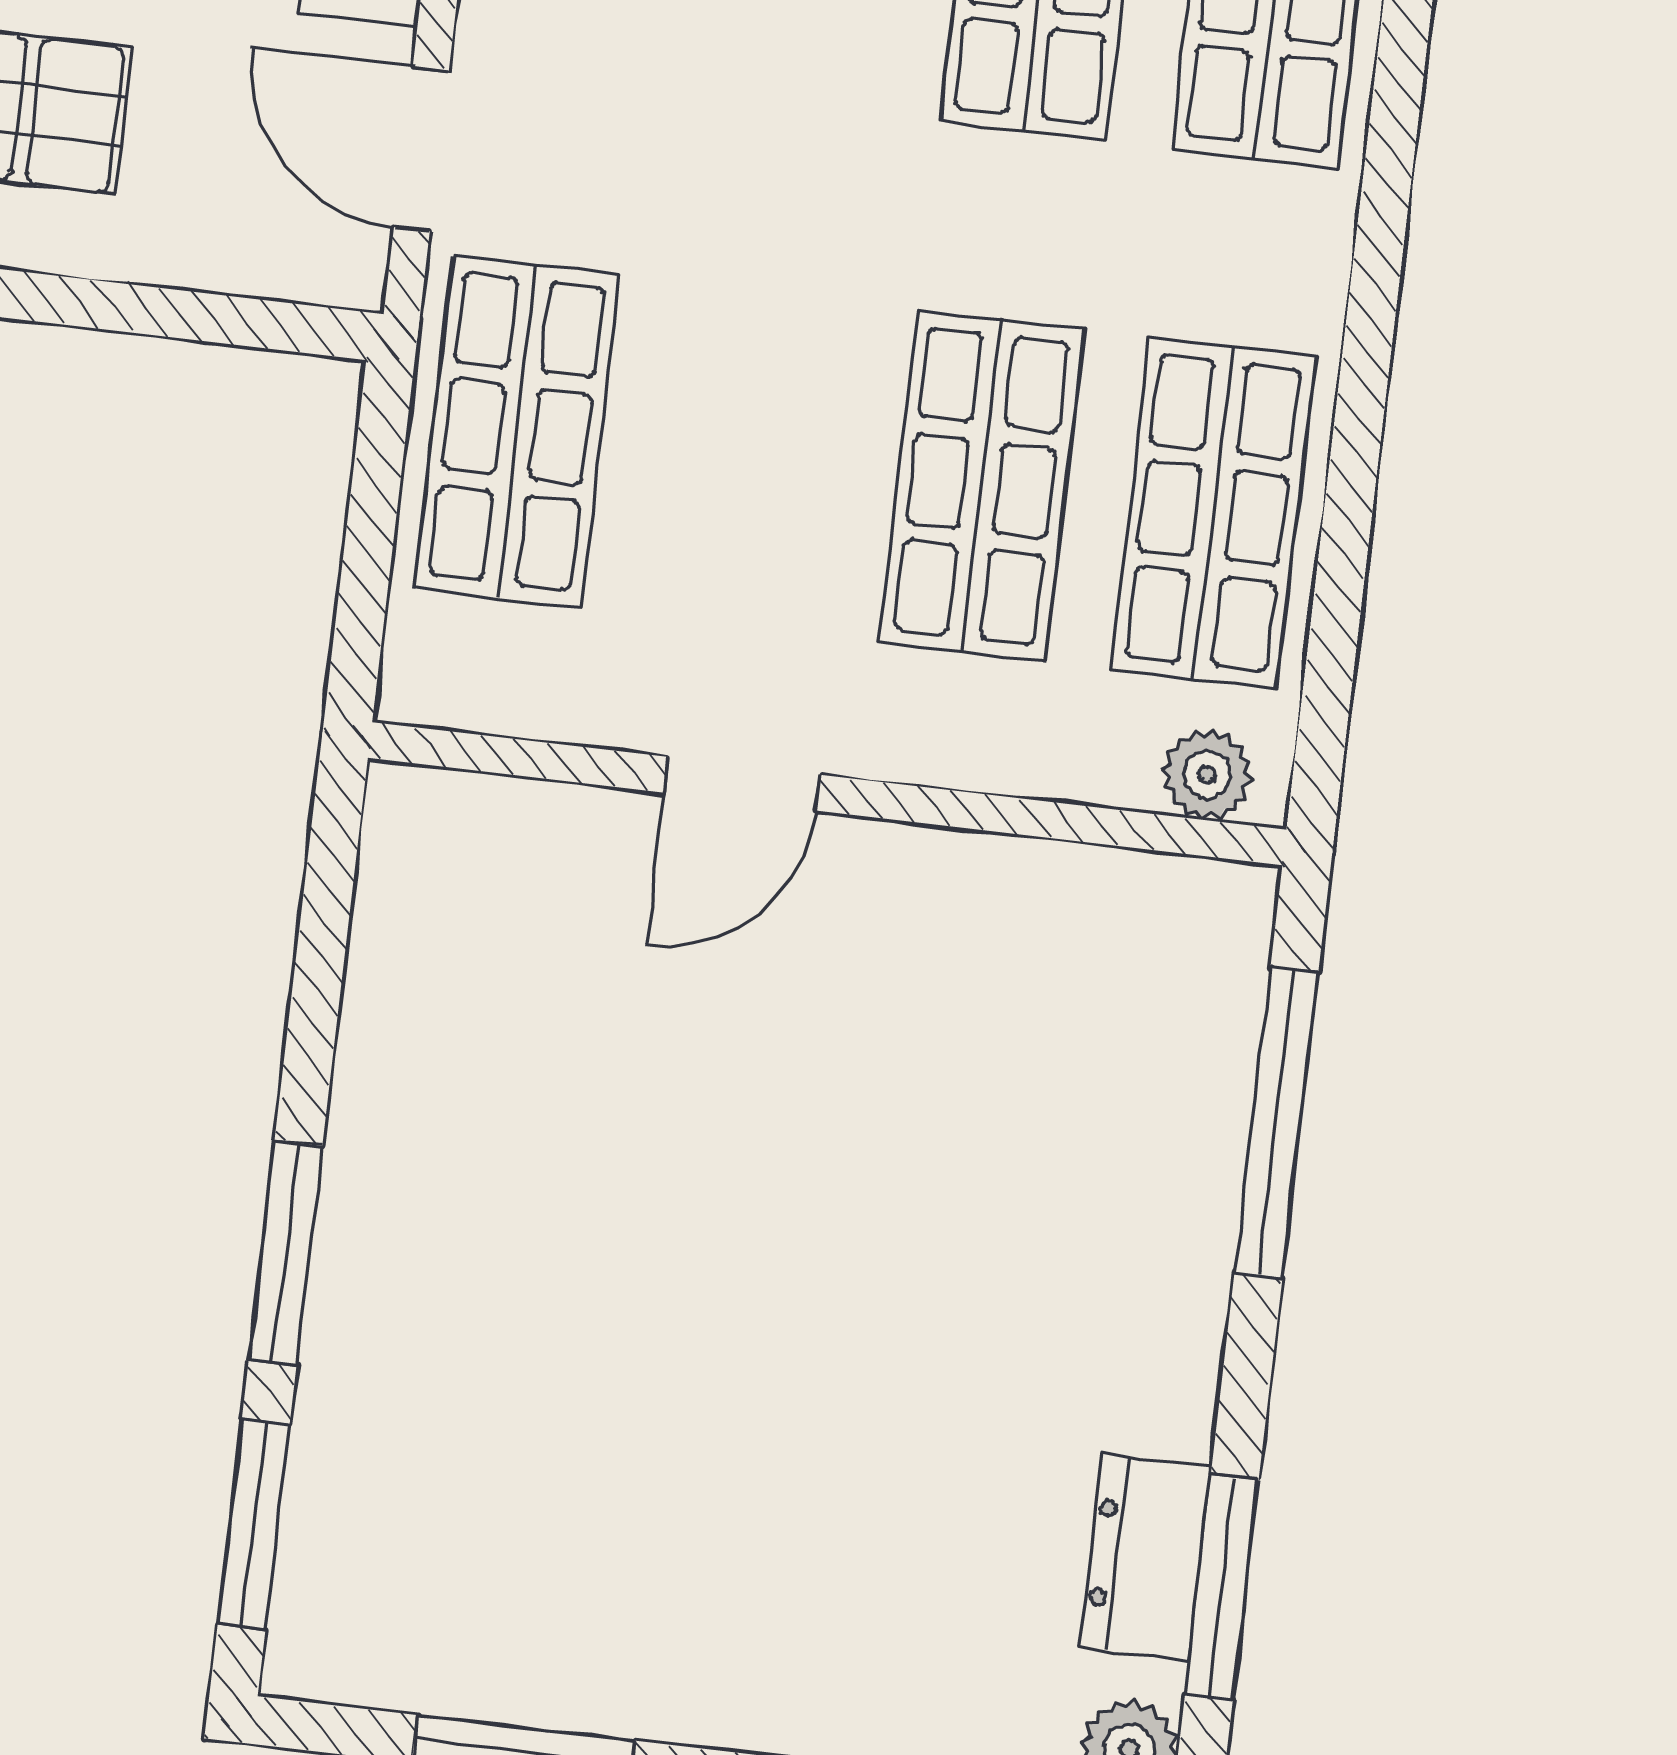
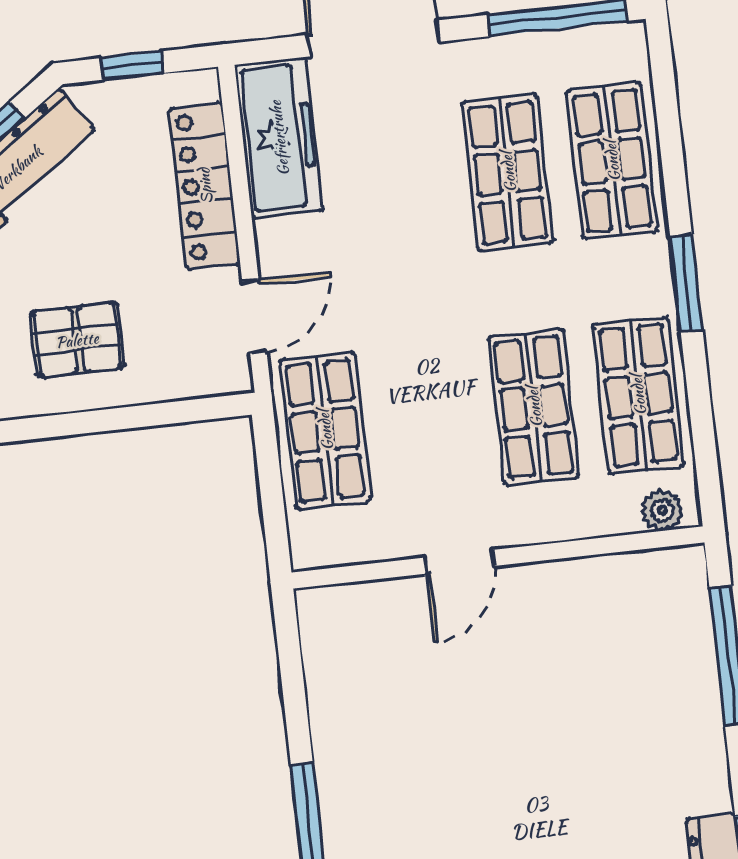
door: (421, 149) -> (254, 316), swing flipped
window: (1374, 294) -> (686, 283), added

